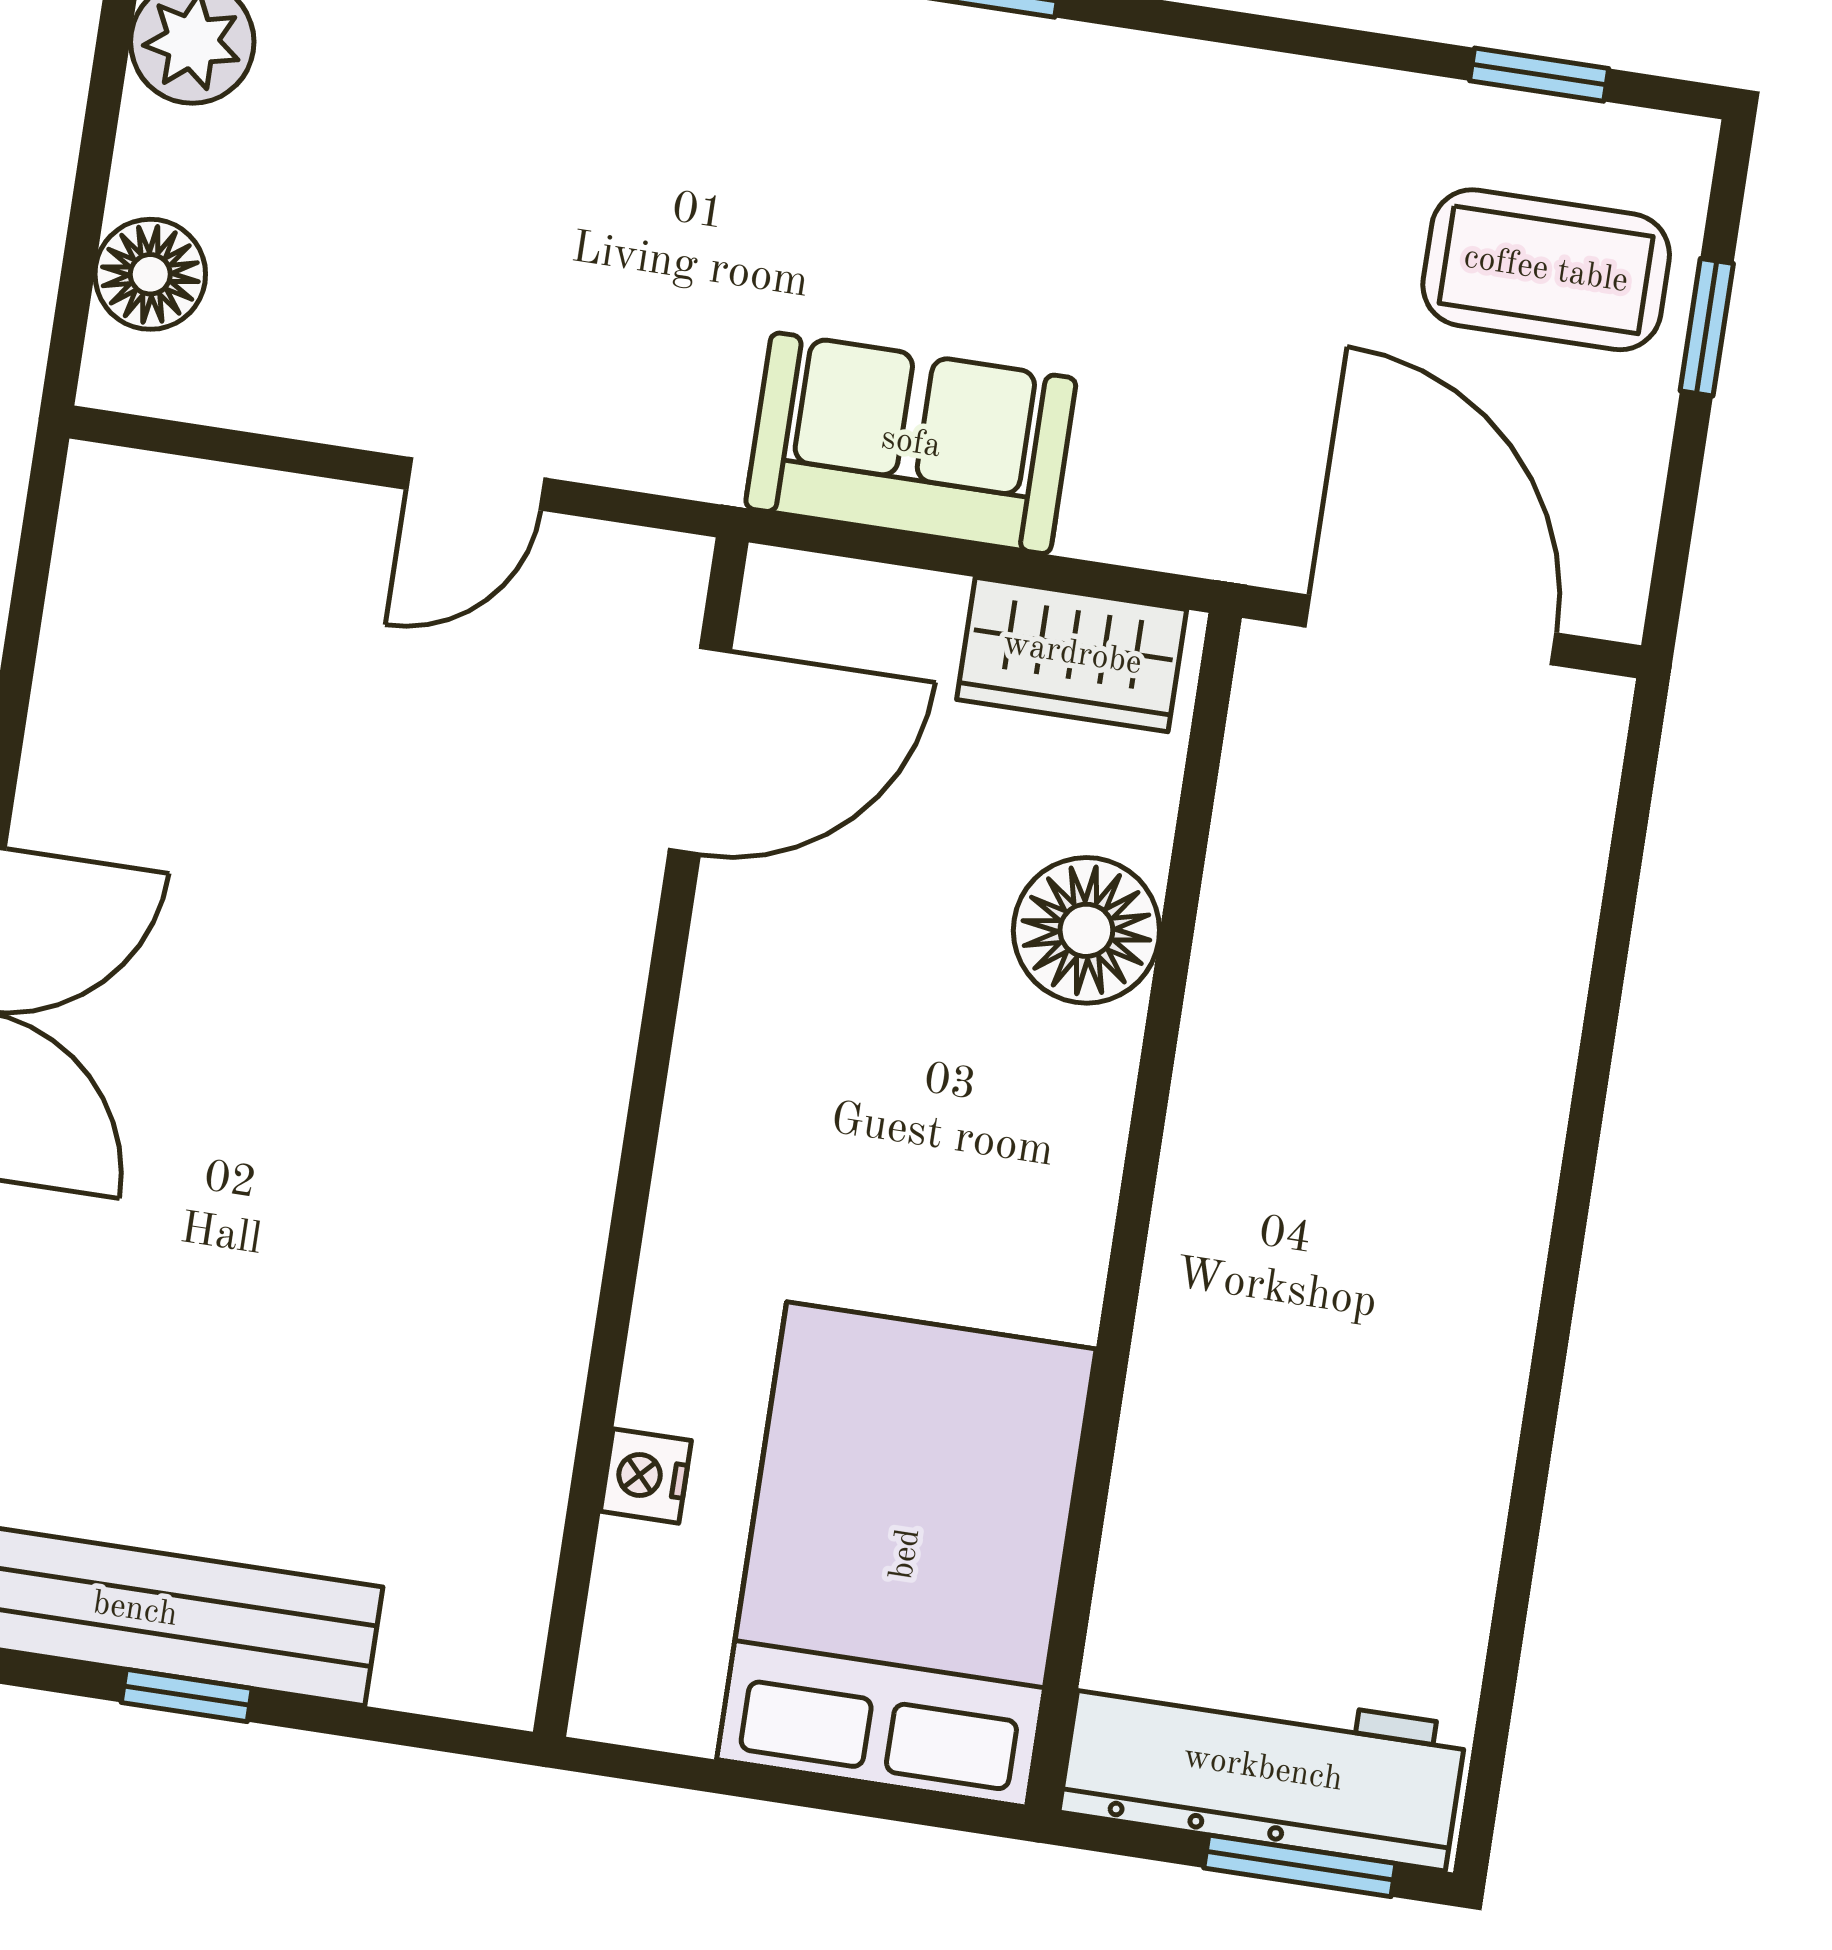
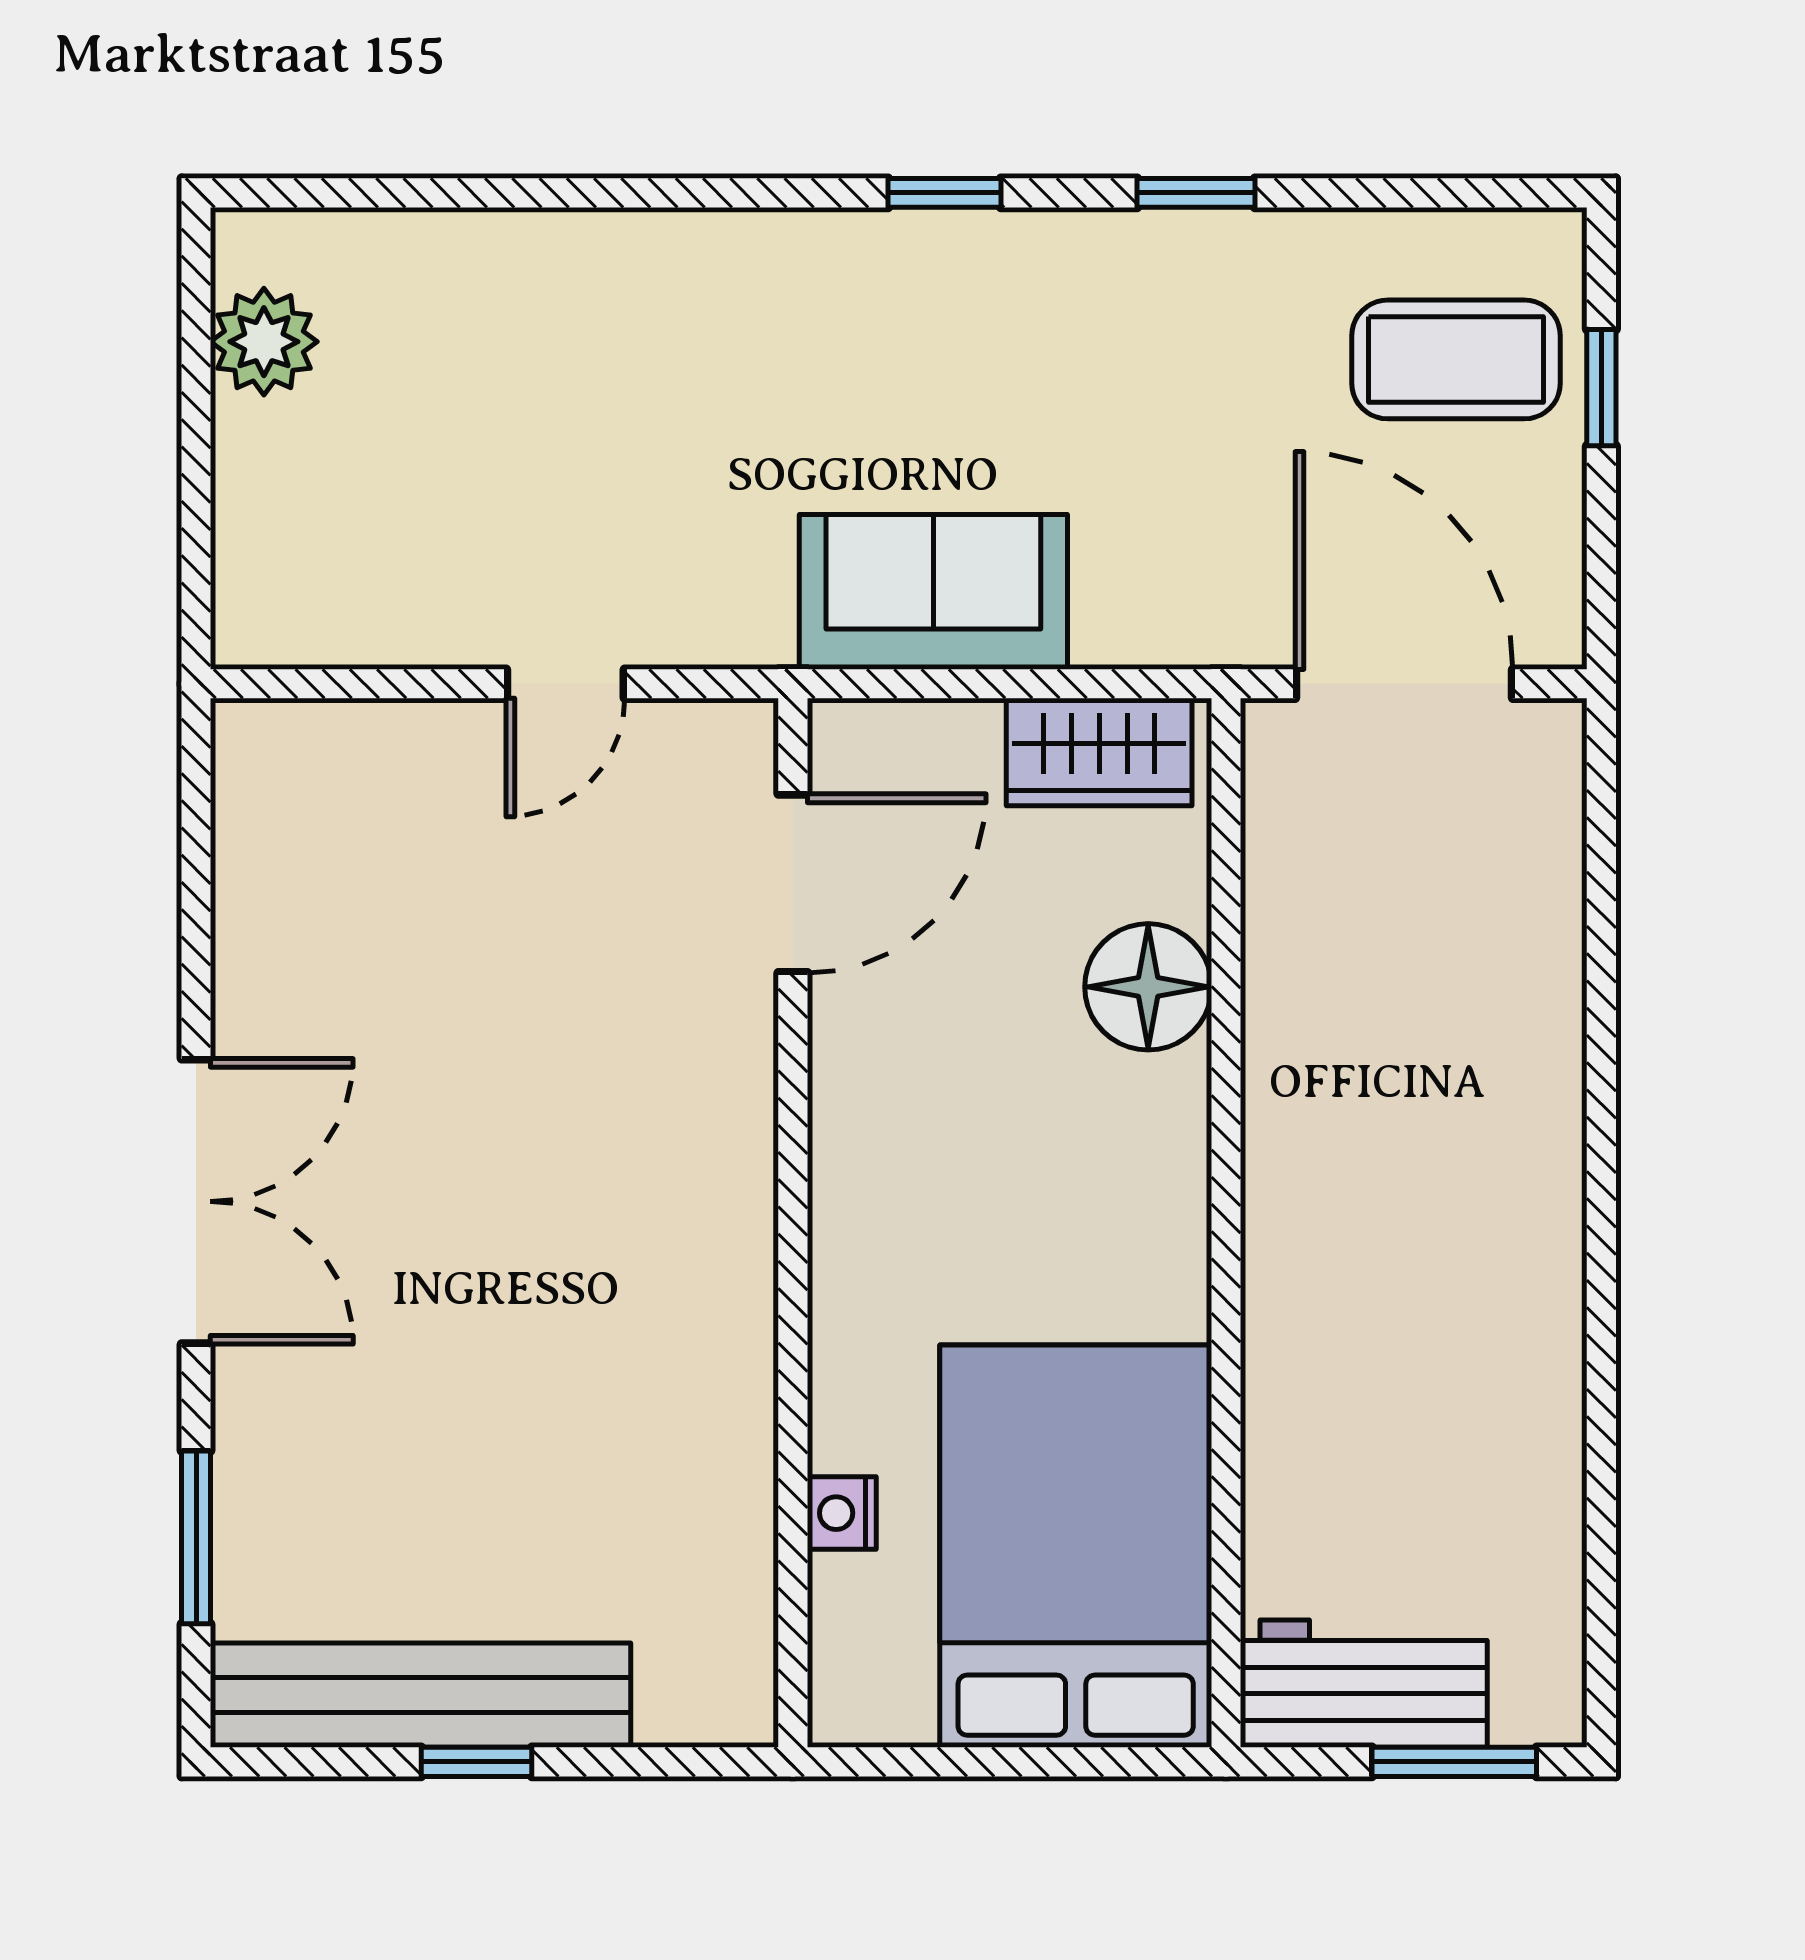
window: (1539, 75) -> (1196, 193), moved
floor lamp: (150, 274) -> (258, 547), removed
workbench: (1263, 1769) -> (1364, 1684), width x0.73

